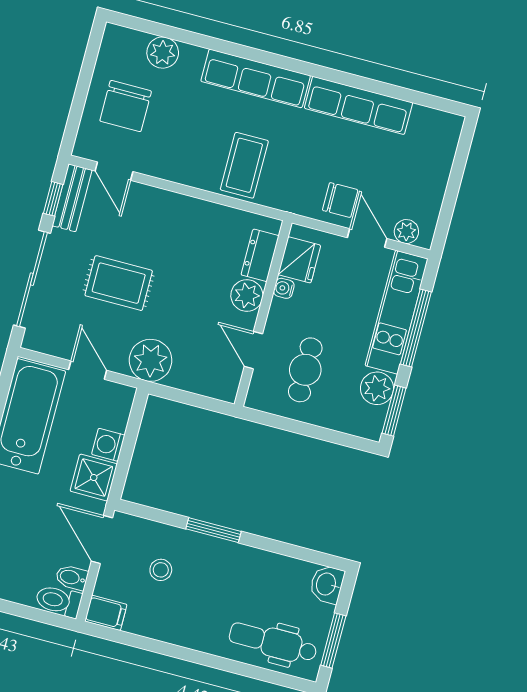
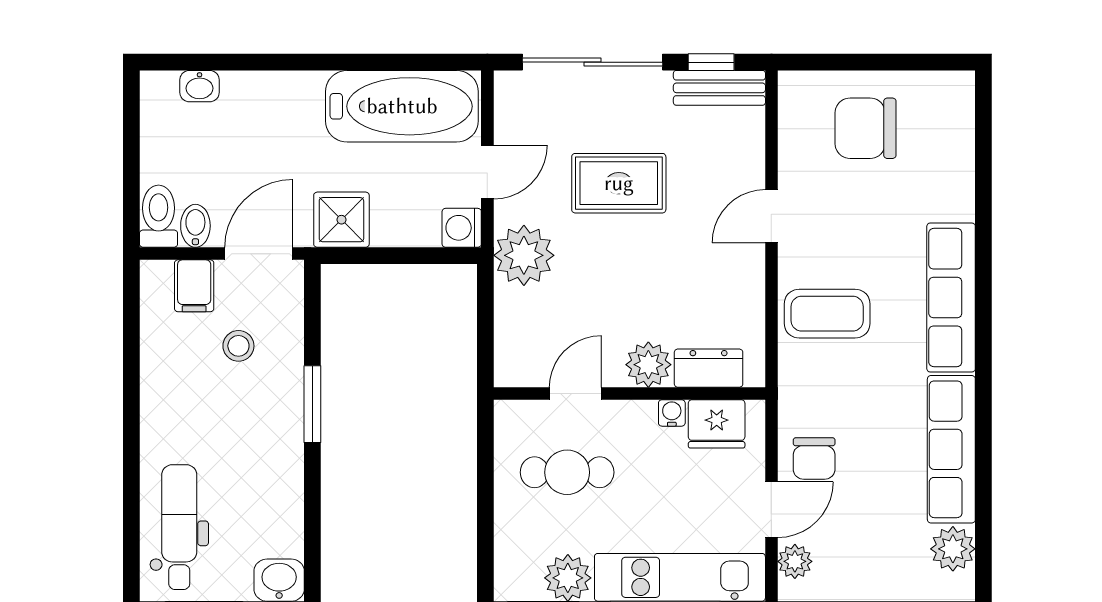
plant: (163, 53) -> (953, 549), moved
door: (114, 171) -> (771, 216), moved
rug: (119, 283) -> (619, 183), turned 90
washing machine: (108, 445) -> (462, 228), moved, turned -90
filing cabinet: (106, 613) -> (194, 286), moved

